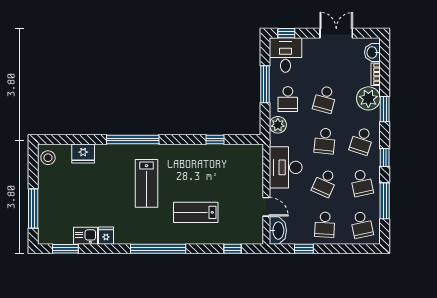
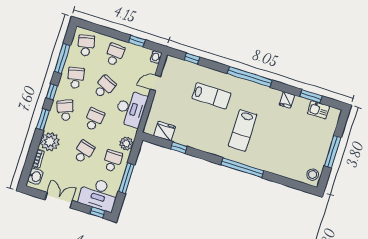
double door: (336, 33) -> (59, 200), swing flipped
desk: (285, 55) -> (99, 194), width x1.37
window: (385, 109) -> (43, 120), moved
school desk: (362, 141) -> (65, 110), turned -39
fridge: (83, 154) -> (165, 131), moved
lab bench: (147, 183) -> (243, 130), turned 180
door: (266, 207) -> (155, 83), hinge flipped
window: (33, 209) -> (333, 152), moved
washbasin: (278, 231) -> (156, 57), width x0.52, depth x0.69
kitchen sink: (86, 236) -> (318, 110), moved
window: (65, 249) -> (311, 96), moved

